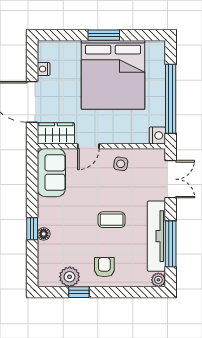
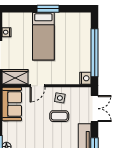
bed: (113, 75) -> (43, 36), width x0.49
coffee table: (112, 220) -> (59, 116), moved

